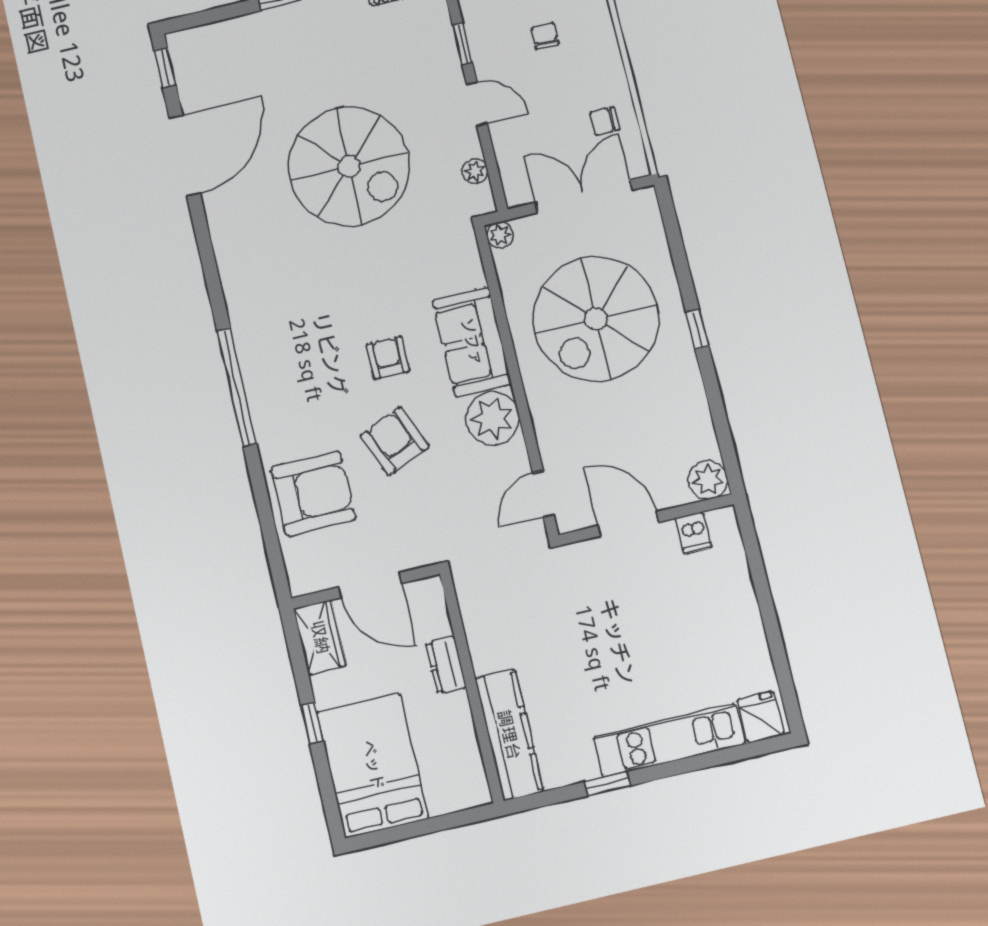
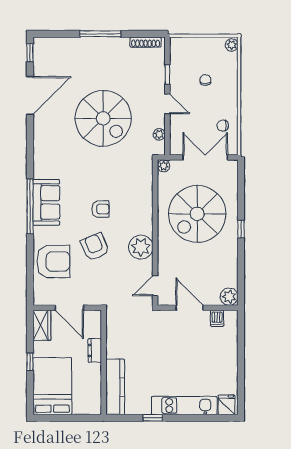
sofa: (472, 342) -> (46, 202), moved, turned 180
armchair: (388, 358) -> (101, 209), turned 90

